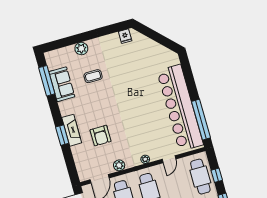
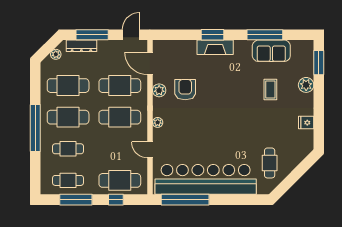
fridge: (125, 36) -> (306, 123), moved
window: (60, 43) -> (319, 63), added
cafe table: (152, 60) -> (270, 163), added
window: (47, 81) -> (265, 35), moved
armchair: (101, 136) -> (185, 90), moved, turned 90

